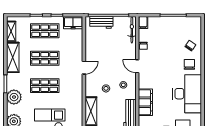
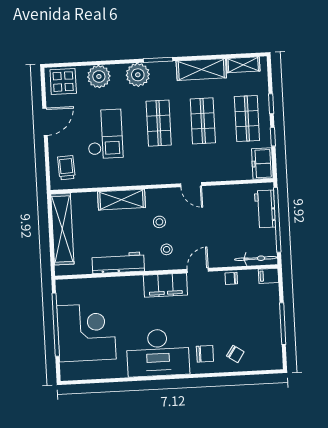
filing cabinet: (145, 102) -> (165, 285), moved

